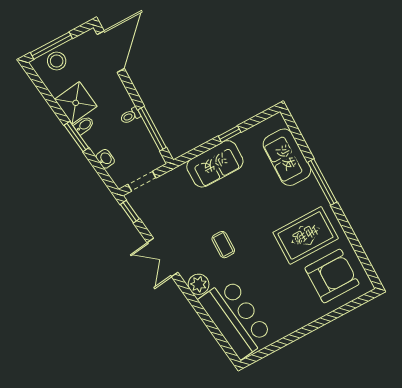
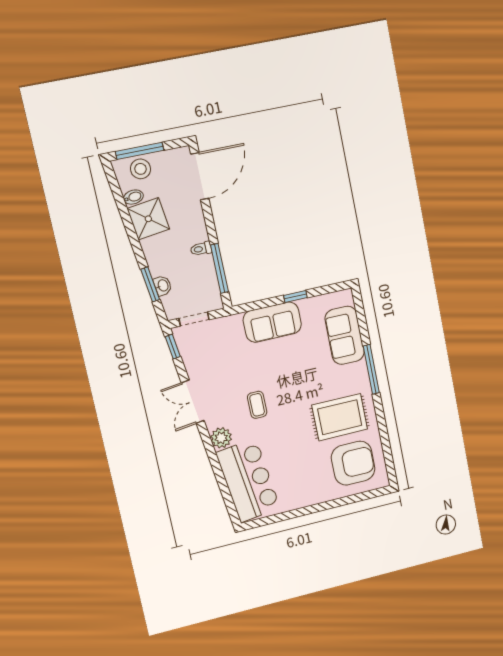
bidet: (84, 125) -> (133, 197), moved
window: (76, 137) -> (150, 284), moved

